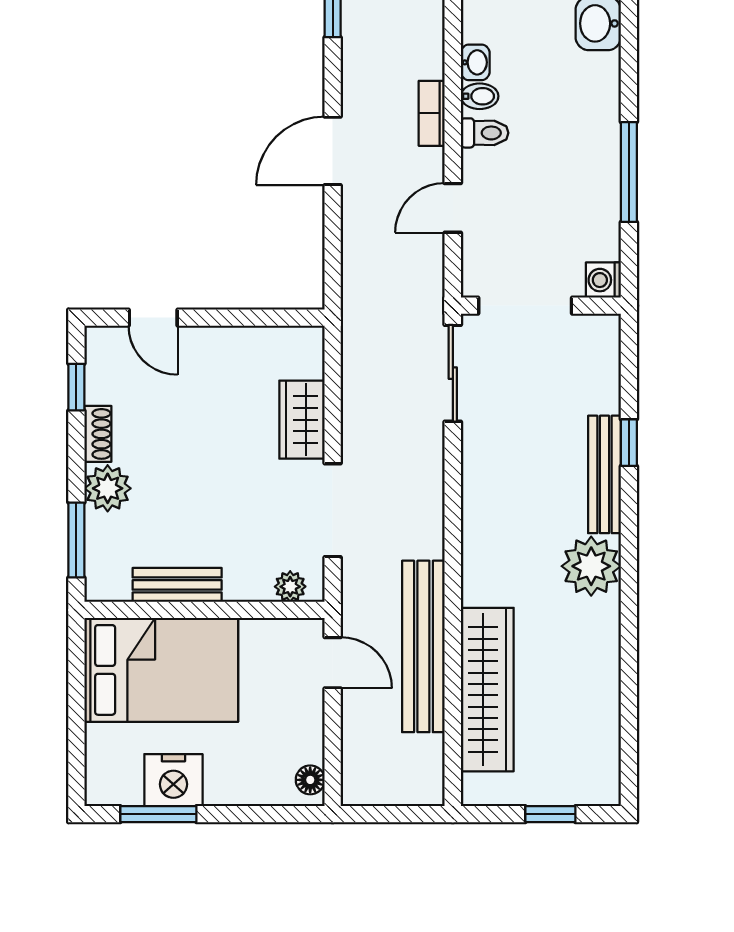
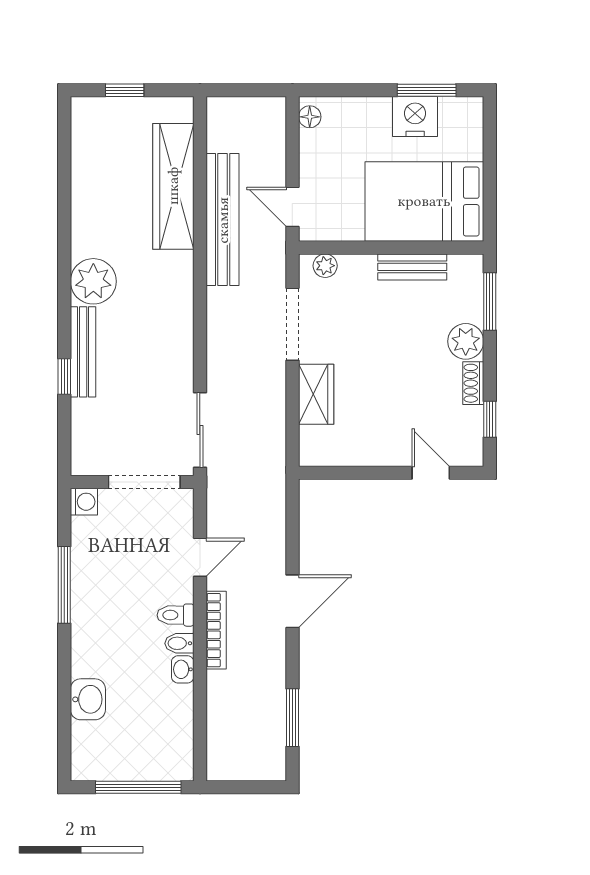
bookcase: (432, 113) -> (216, 630), width x1.56

